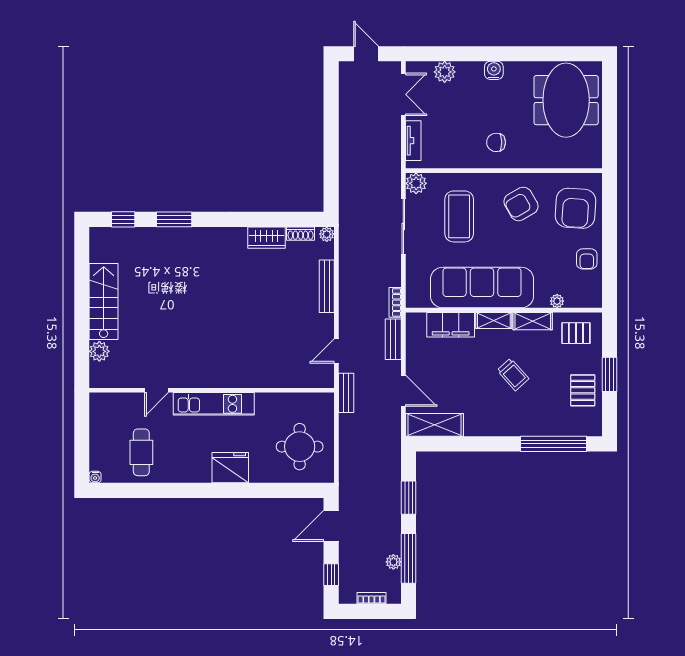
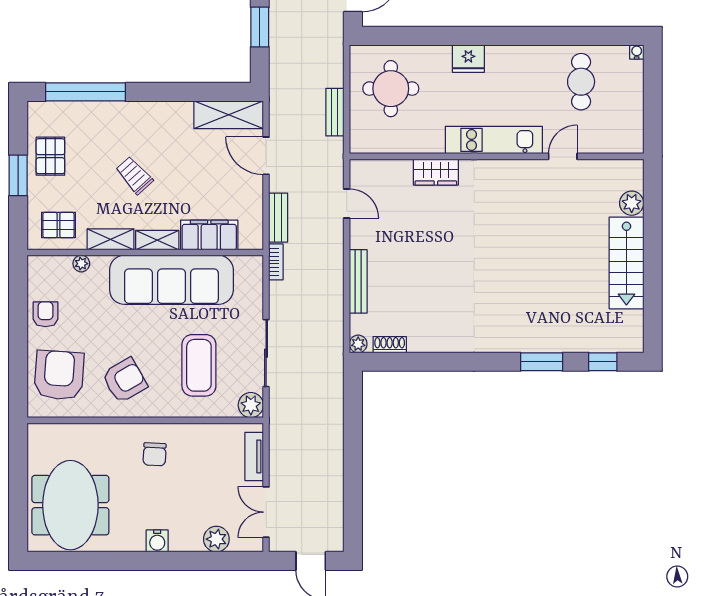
chair: (496, 142) -> (155, 454), turned 93
wardrobe: (267, 238) -> (436, 172), moved, turned 180
door: (336, 351) -> (347, 204), hinge flipped
bench: (346, 393) -> (335, 112), moved
fridge: (230, 468) -> (468, 59), width x0.73, depth x0.75

